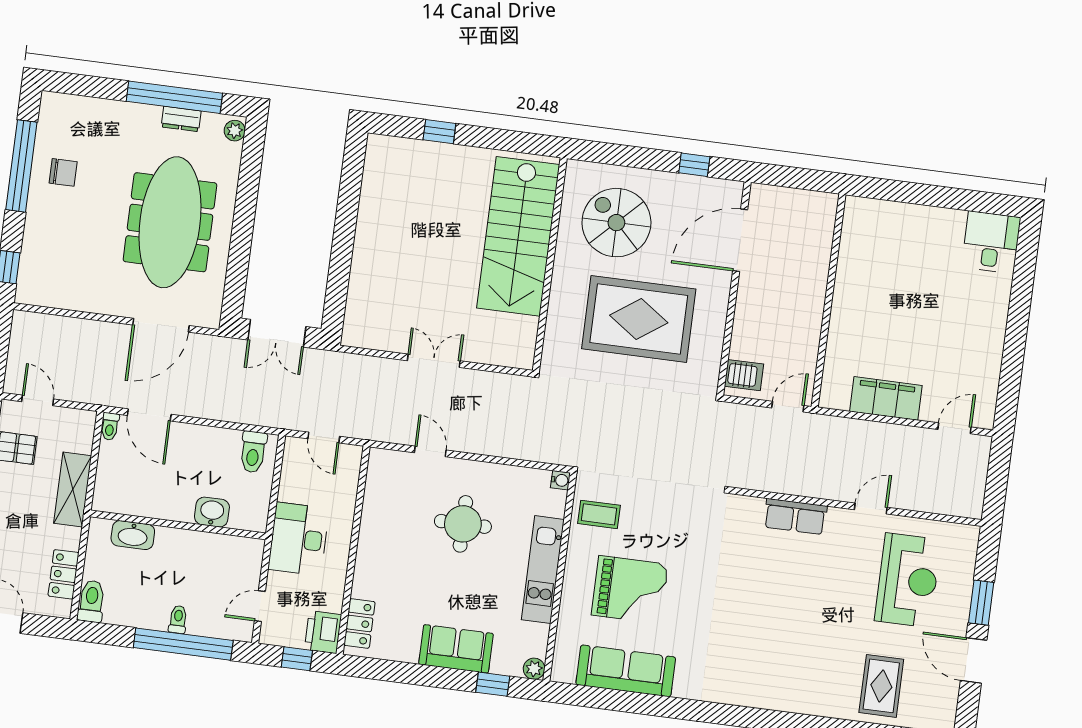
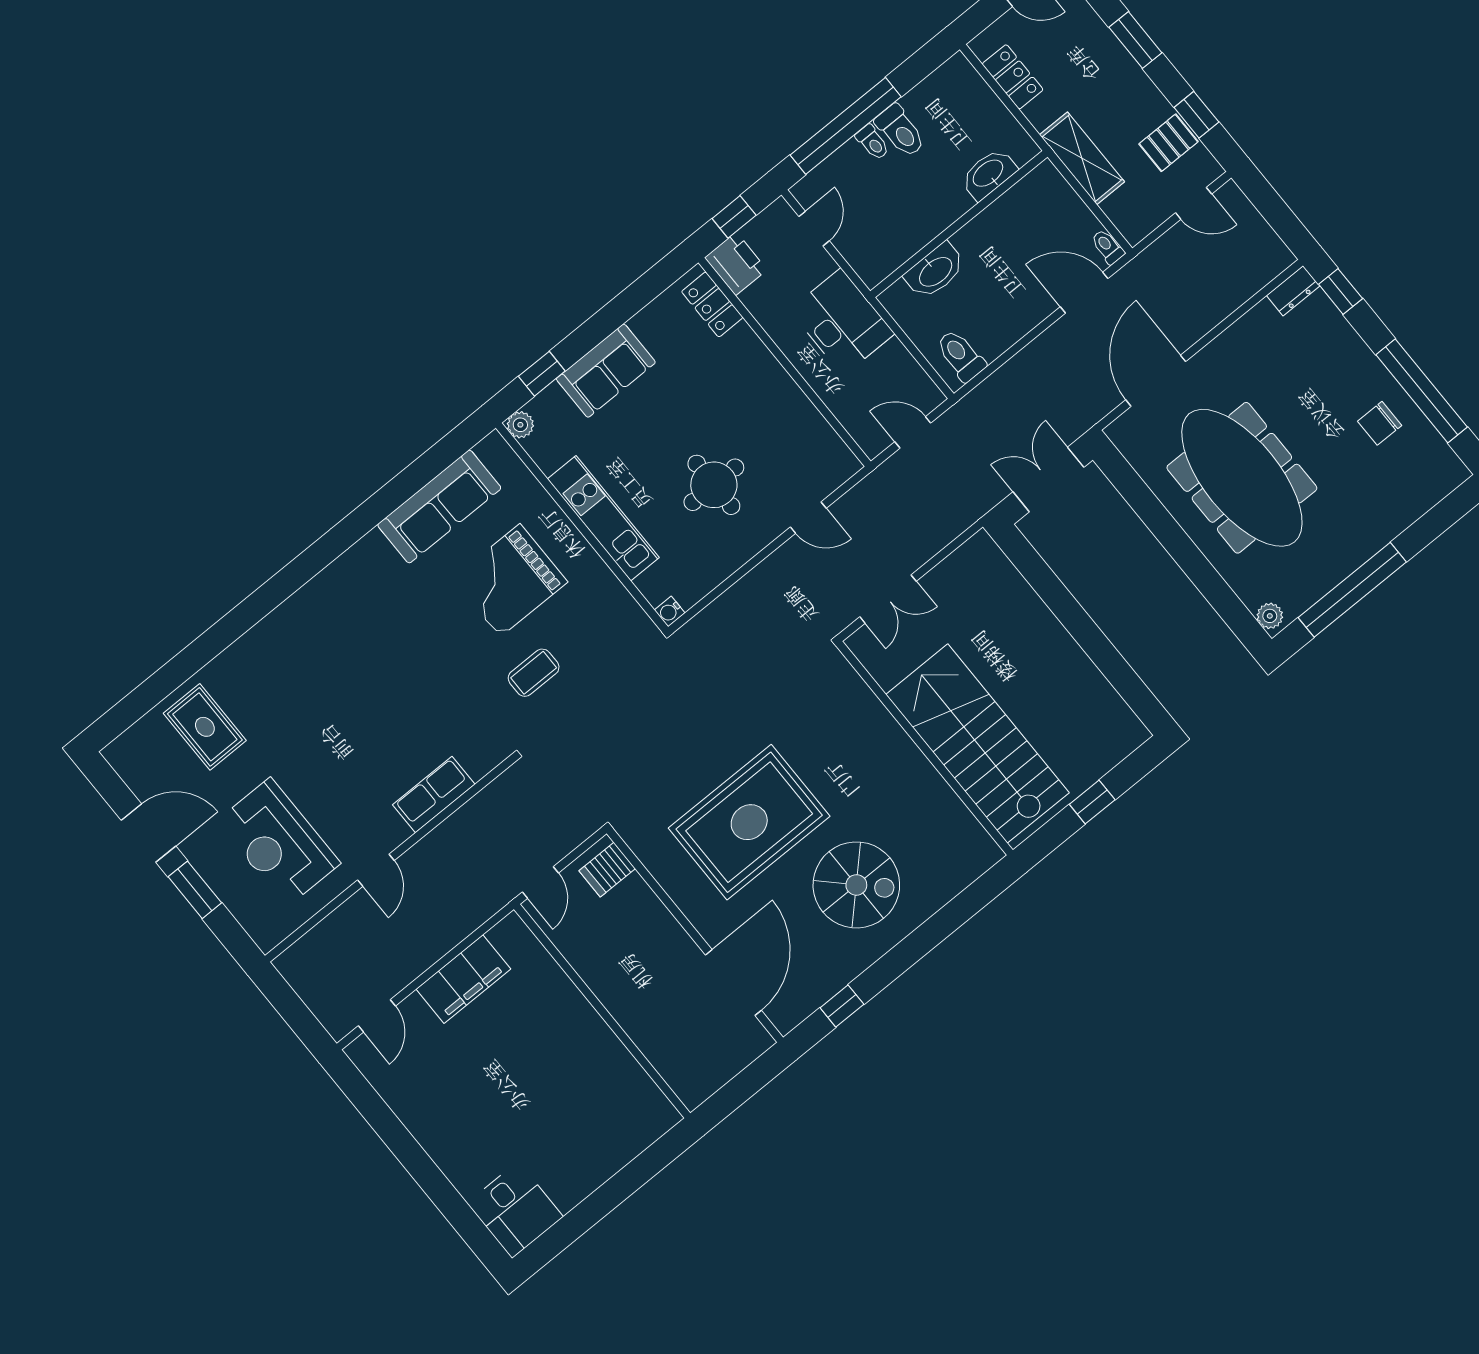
dresser: (181, 119) -> (1293, 291), moved, turned 180
stairs: (518, 236) -> (977, 744), moved
wall: (550, 264) -> (925, 748), moved
washbasin: (212, 512) -> (935, 271), width x1.38
coffee table: (599, 514) -> (534, 673), moved
toilet: (91, 601) -> (900, 131), moved

